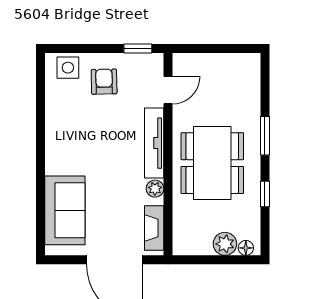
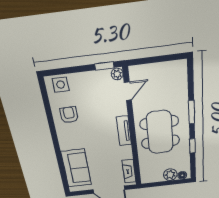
armchair: (104, 82) -> (69, 115), moved
tv unit: (154, 143) -> (124, 131), width x0.71
plant: (155, 189) -> (117, 74), moved

